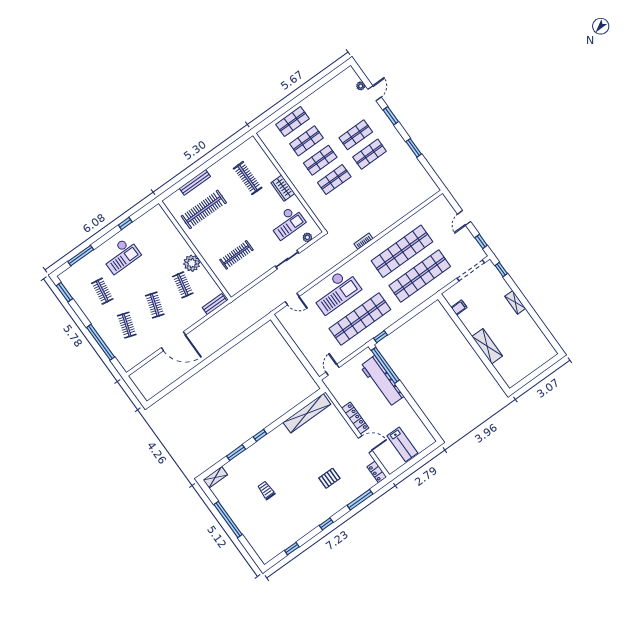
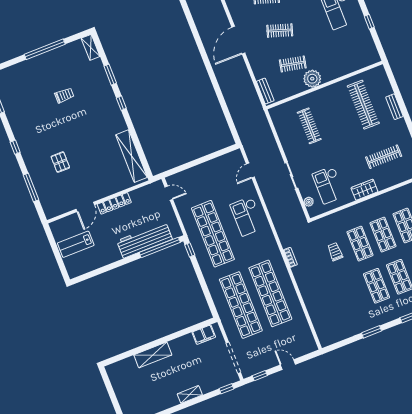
bench: (195, 182) -> (394, 107), width x0.73
trolley: (348, 201) -> (335, 252), added
checkout: (336, 291) -> (247, 216), width x0.73, depth x0.83
filing cabinet: (459, 308) -> (204, 335), width x2.00
locker: (377, 472) -> (55, 212), removed

